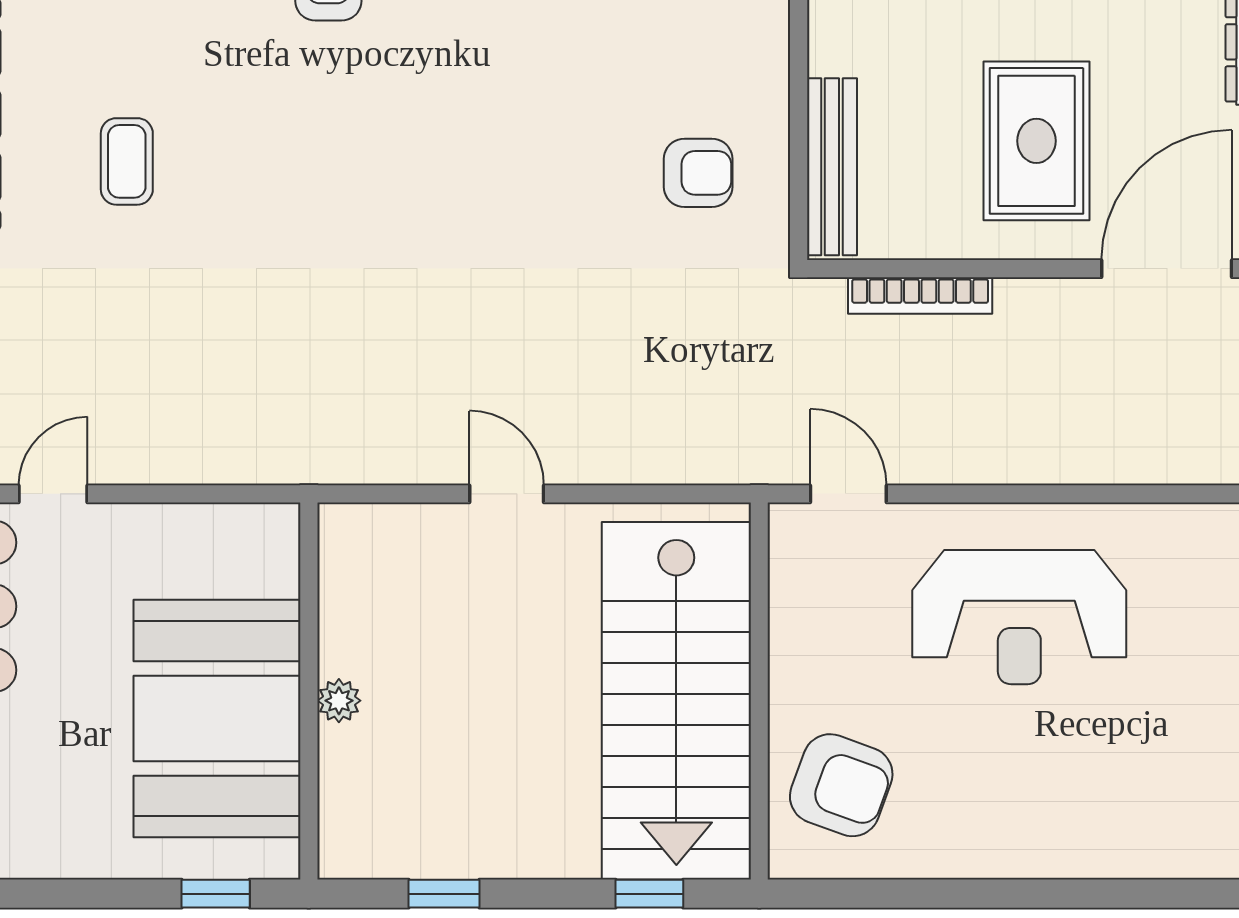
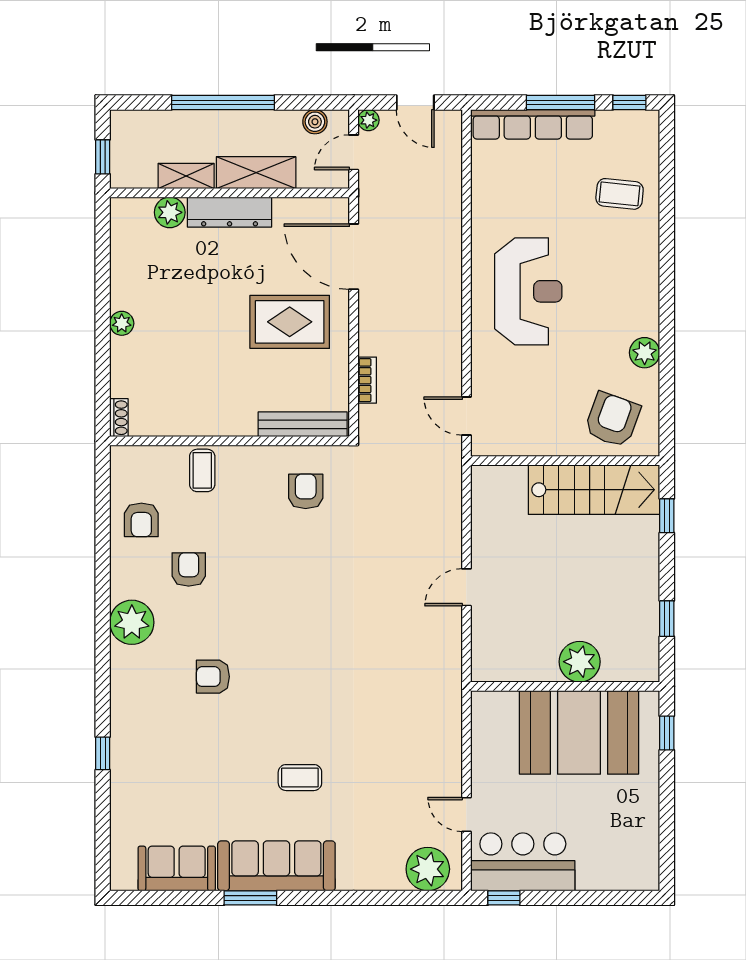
bookcase: (920, 296) -> (367, 380), width x0.64
door: (848, 494) -> (466, 416), hinge flipped
reception desk: (1019, 617) -> (528, 291), moved
plant: (339, 701) -> (580, 662), width x1.88, depth x1.88
stairs: (676, 701) -> (594, 490), width x0.73, depth x0.66
plant: (975, 849) -> (645, 353), added

